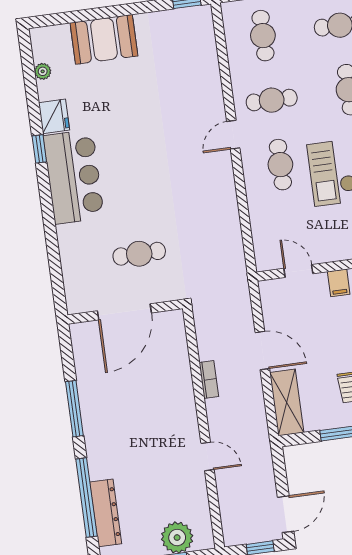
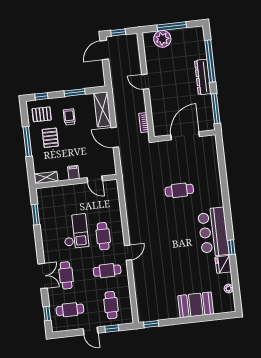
door: (124, 312) -> (185, 136), moved
wall: (125, 312) -> (185, 136), moved
dresser: (106, 513) -> (203, 77), moved

